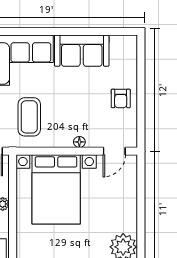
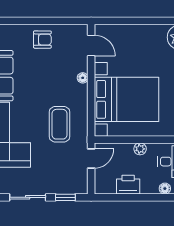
coffee table: (29, 117) -> (59, 124), turned 90

